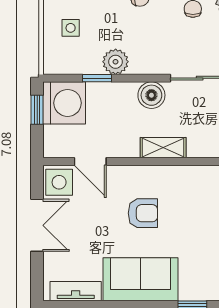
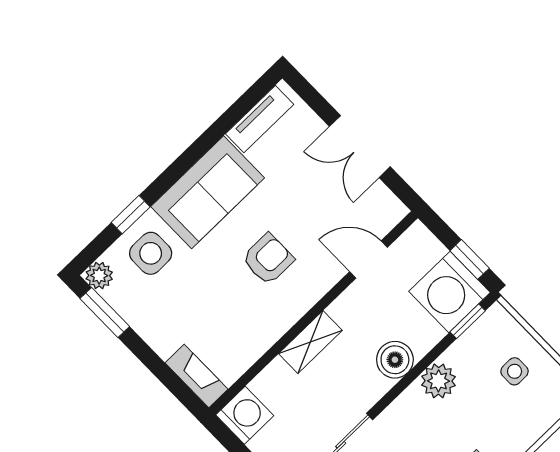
window: (97, 78) -> (468, 321), moved
boiler: (151, 95) -> (395, 360), moved
side table: (59, 182) -> (151, 253), moved
armchair: (143, 213) -> (268, 259), turned 180

